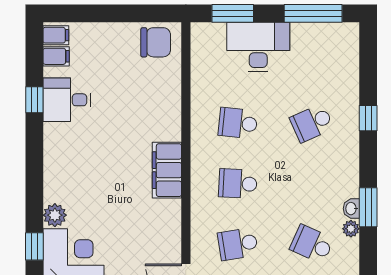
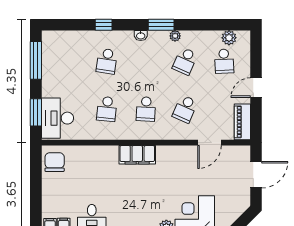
desk: (258, 47) -> (57, 118), moved
school desk: (312, 123) -> (107, 61), turned 33
washbasin: (351, 209) -> (141, 36), moved
school desk: (238, 244) -> (185, 109), turned 33

